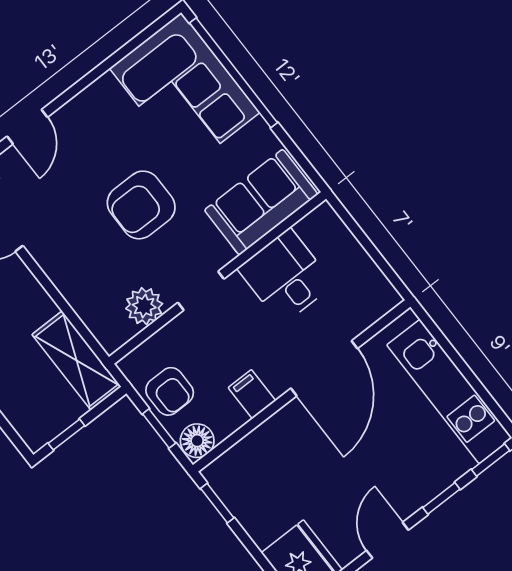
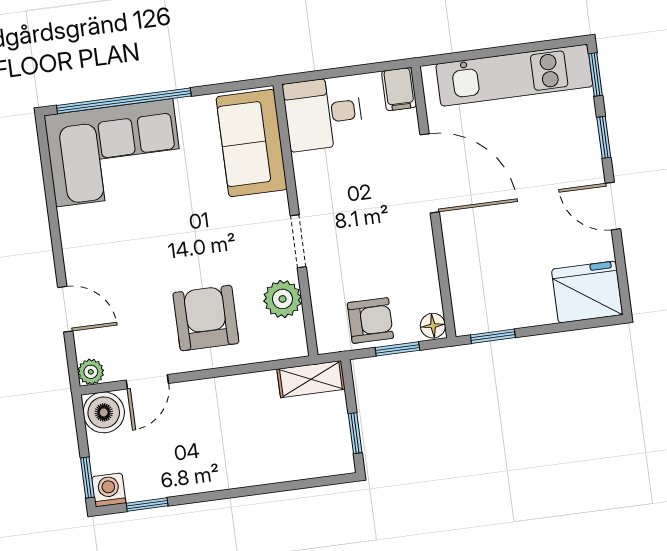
armchair: (141, 205) -> (206, 318), moved, turned 180
desk: (286, 276) -> (323, 113), moved
shelving: (77, 361) -> (311, 379), width x0.67, depth x0.75
filing cabinet: (252, 394) -> (399, 89), moved, turned -90
floor lamp: (197, 441) -> (433, 326), width x0.73, depth x0.73

